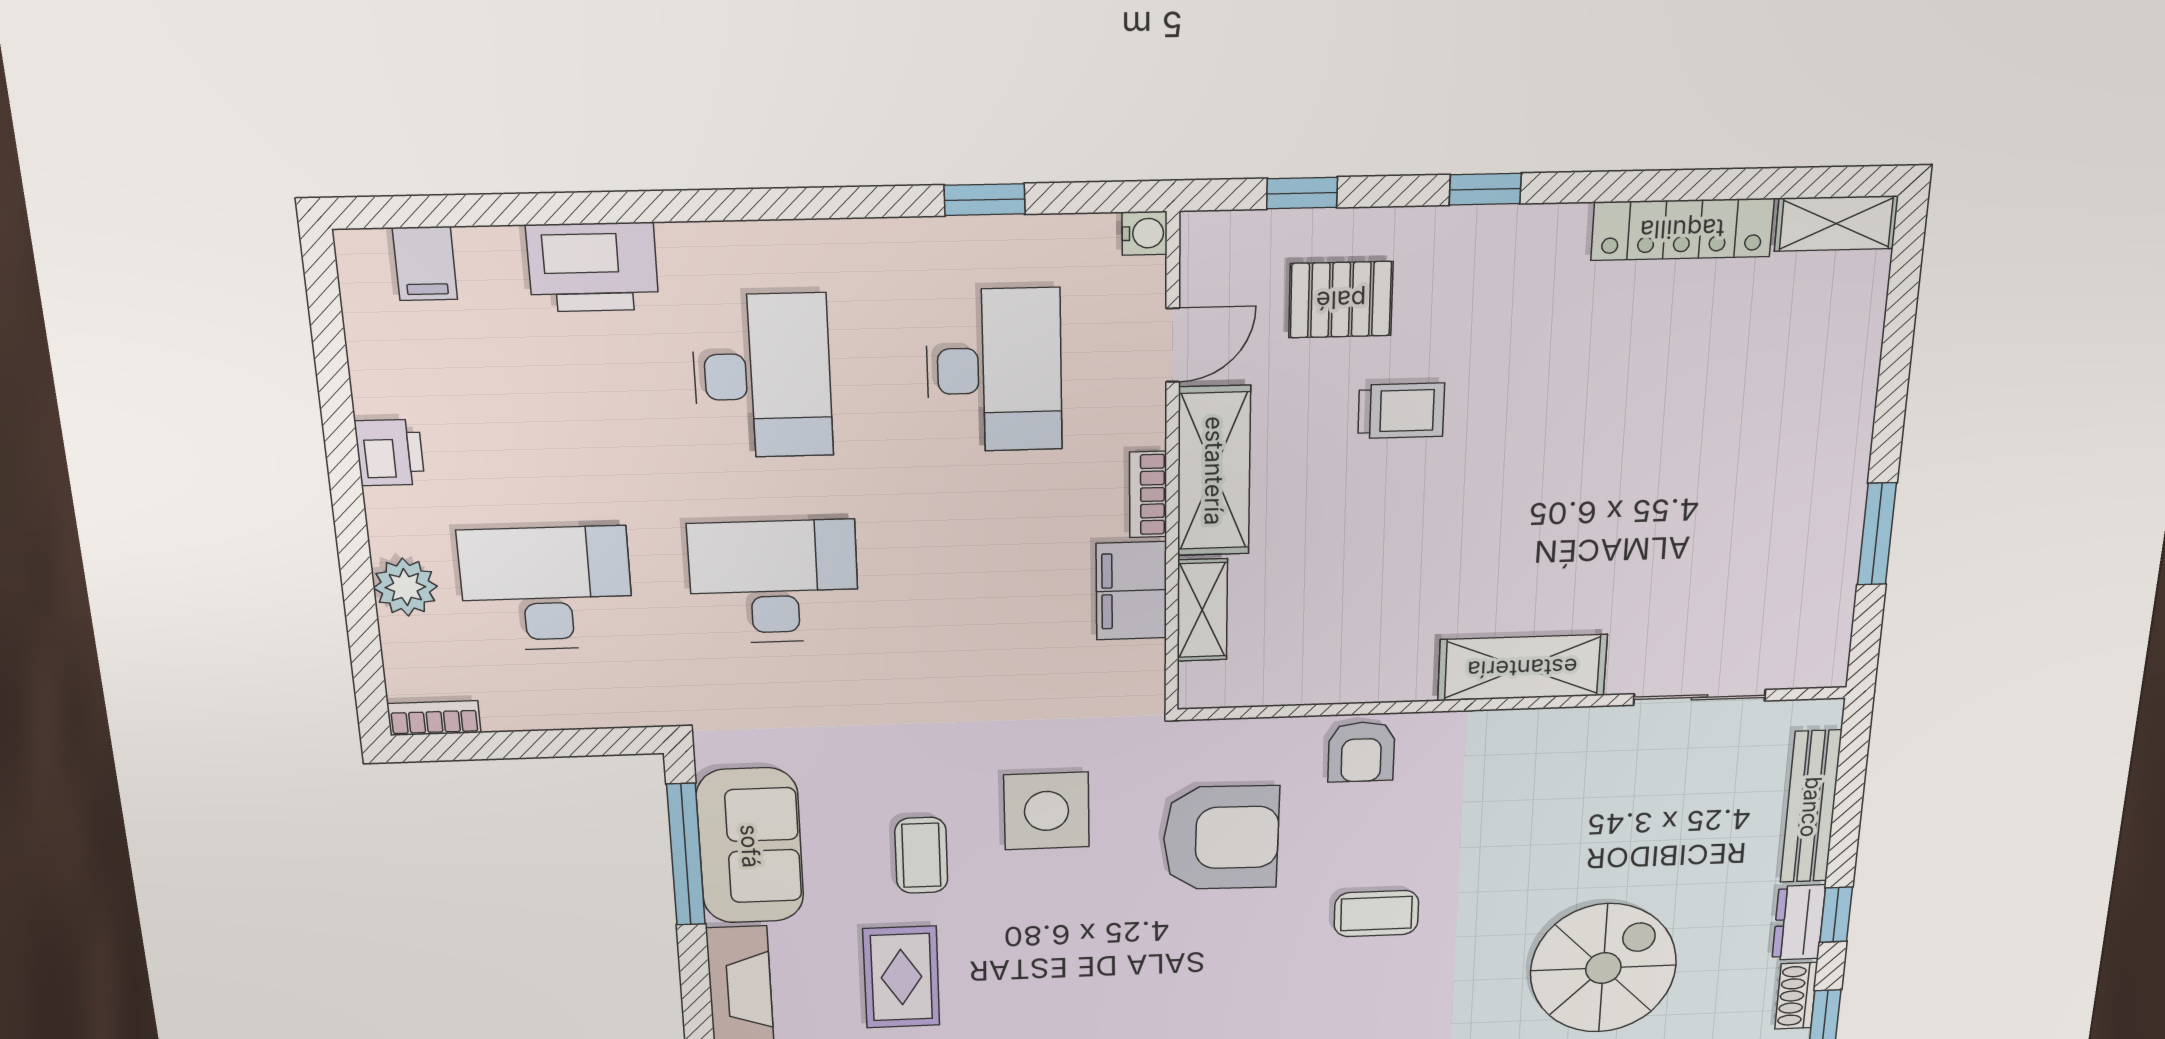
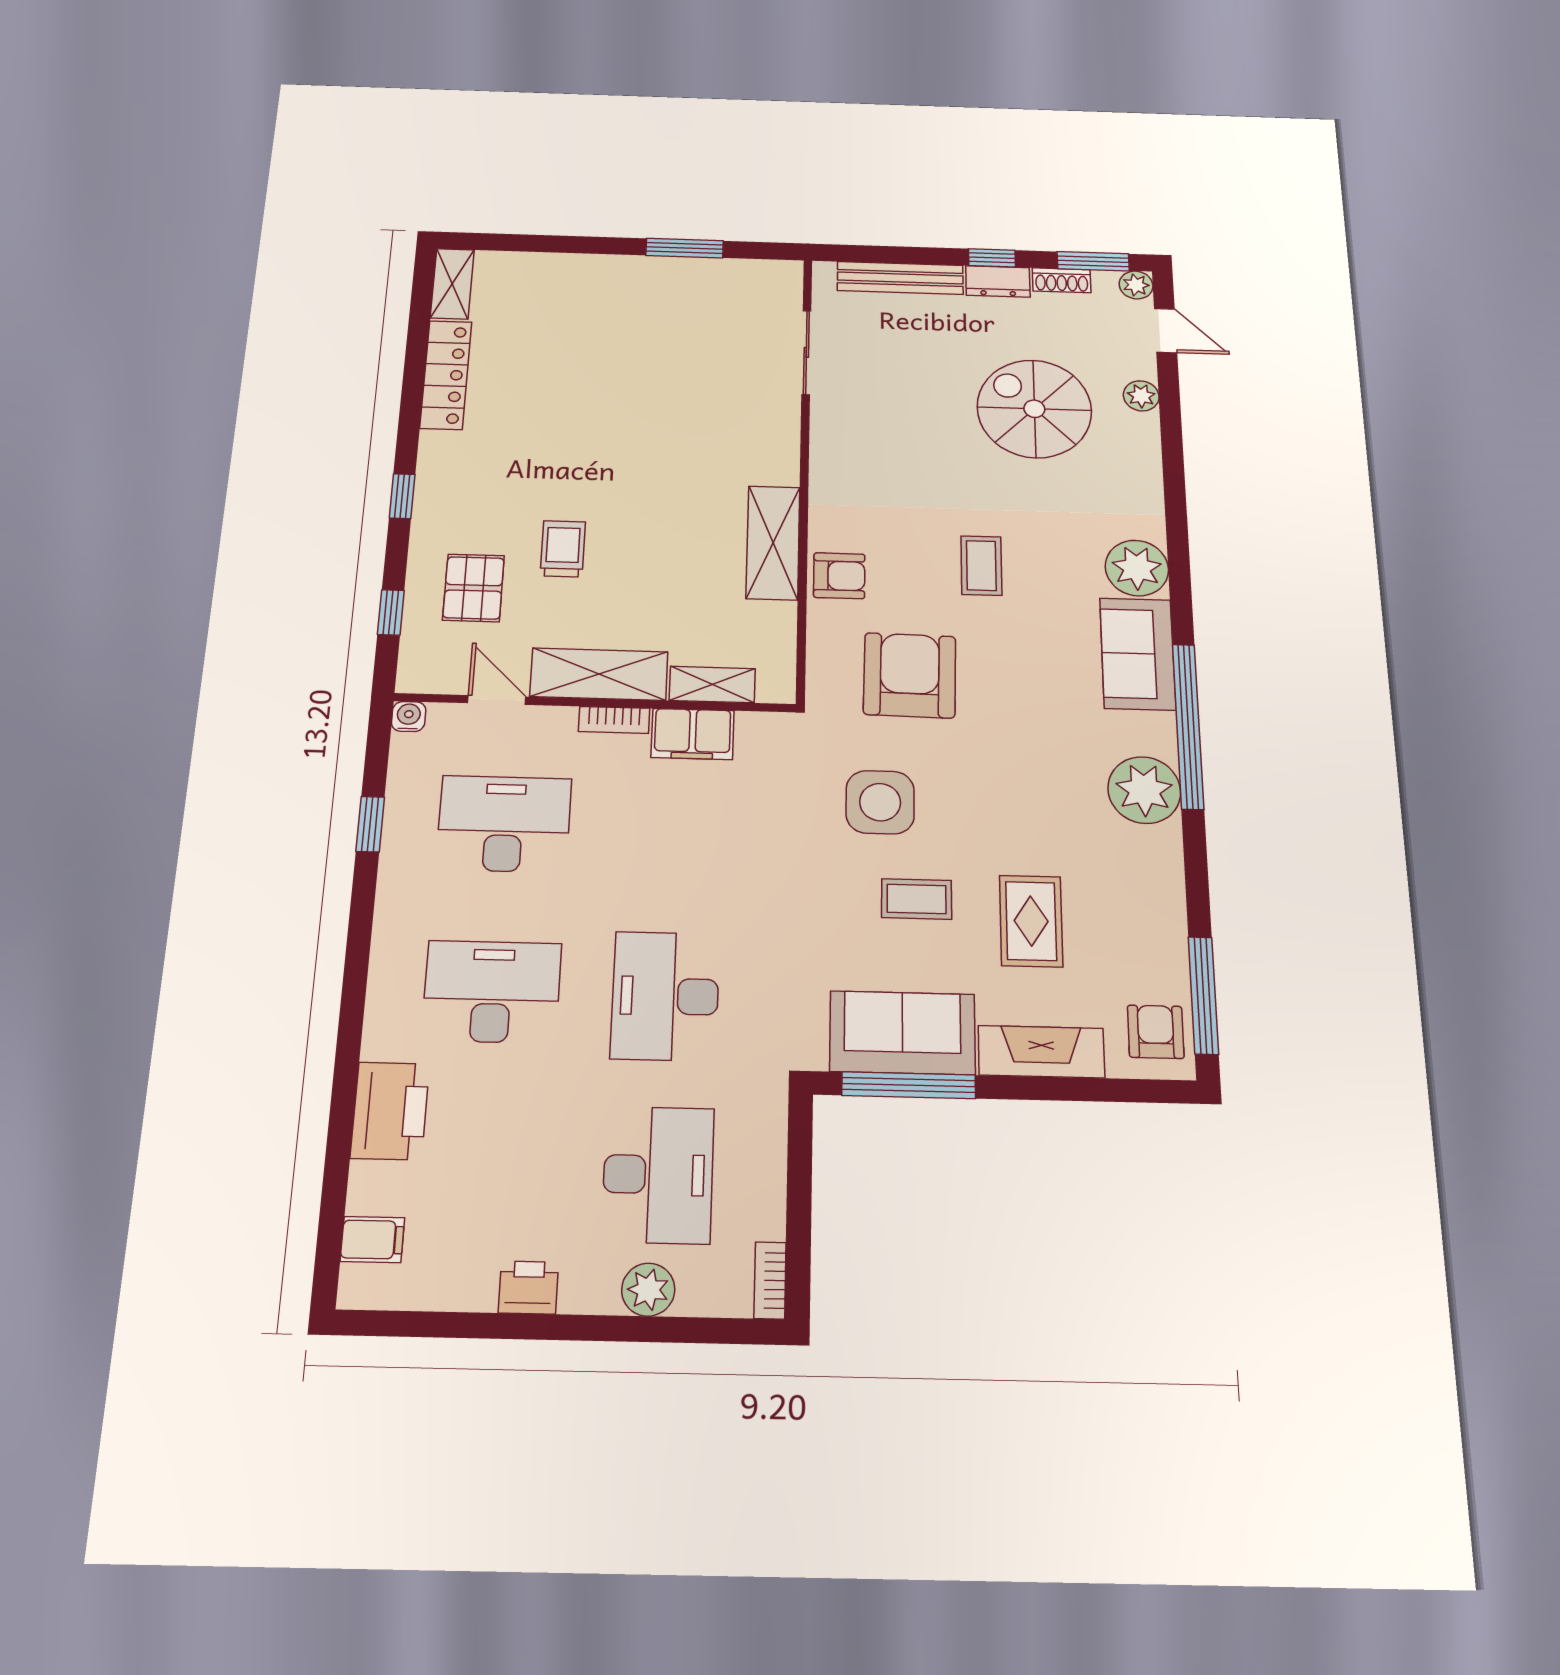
desk: (546, 589) -> (658, 1175), turned 180
shelving: (1522, 668) -> (773, 543), moved
rug: (901, 977) -> (1031, 921), turned 90

